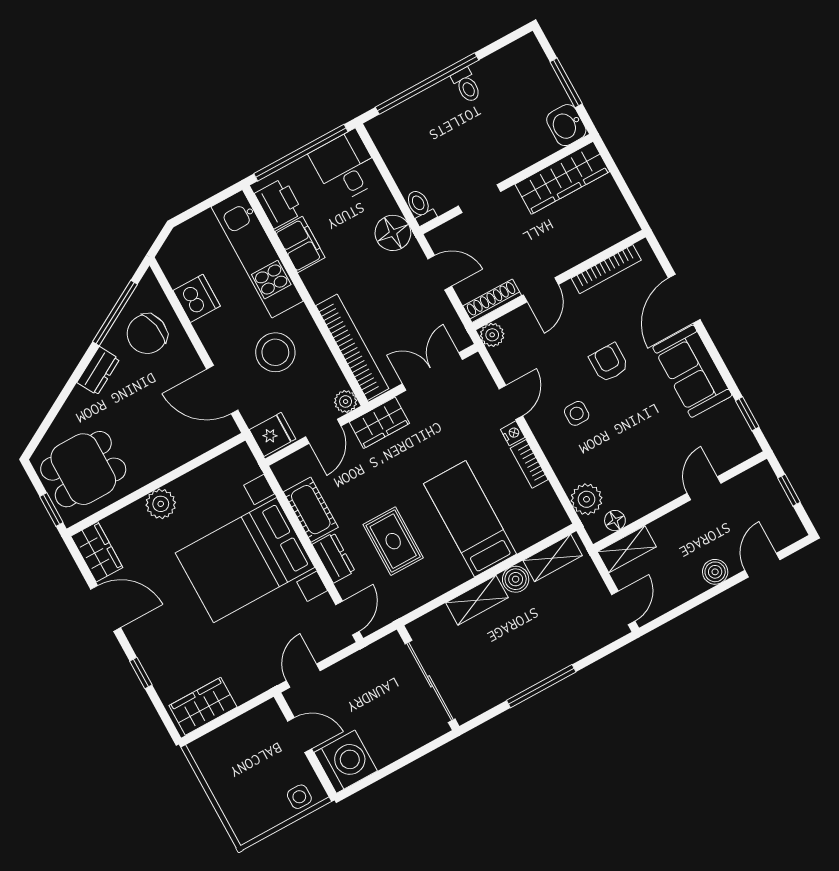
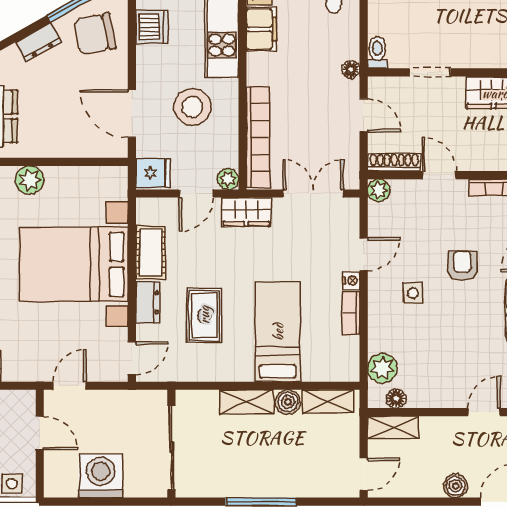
floor lamp: (393, 233) -> (351, 69), width x0.53, depth x0.53
door: (541, 290) -> (439, 175), swing flipped
washing machine: (346, 762) -> (101, 476), moved, turned -90

